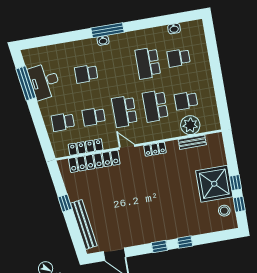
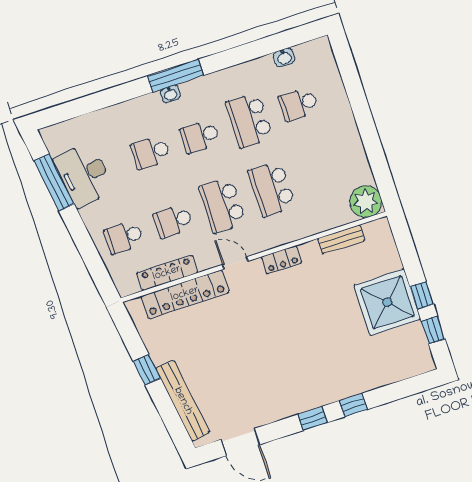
school desk: (186, 101) -> (200, 136), moved
plant: (190, 125) -> (366, 201), moved
stool: (224, 211) -> (410, 344), removed

